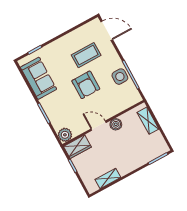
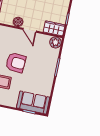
sofa: (38, 78) -> (33, 103), moved, turned 90
armchair: (86, 85) -> (16, 63), turned 94

